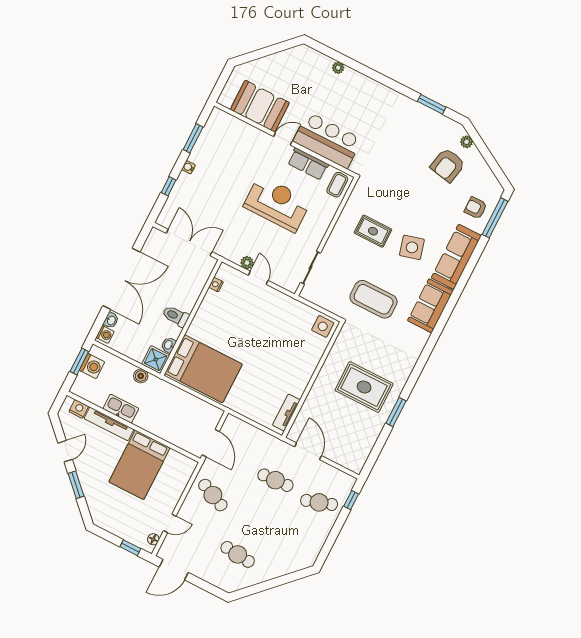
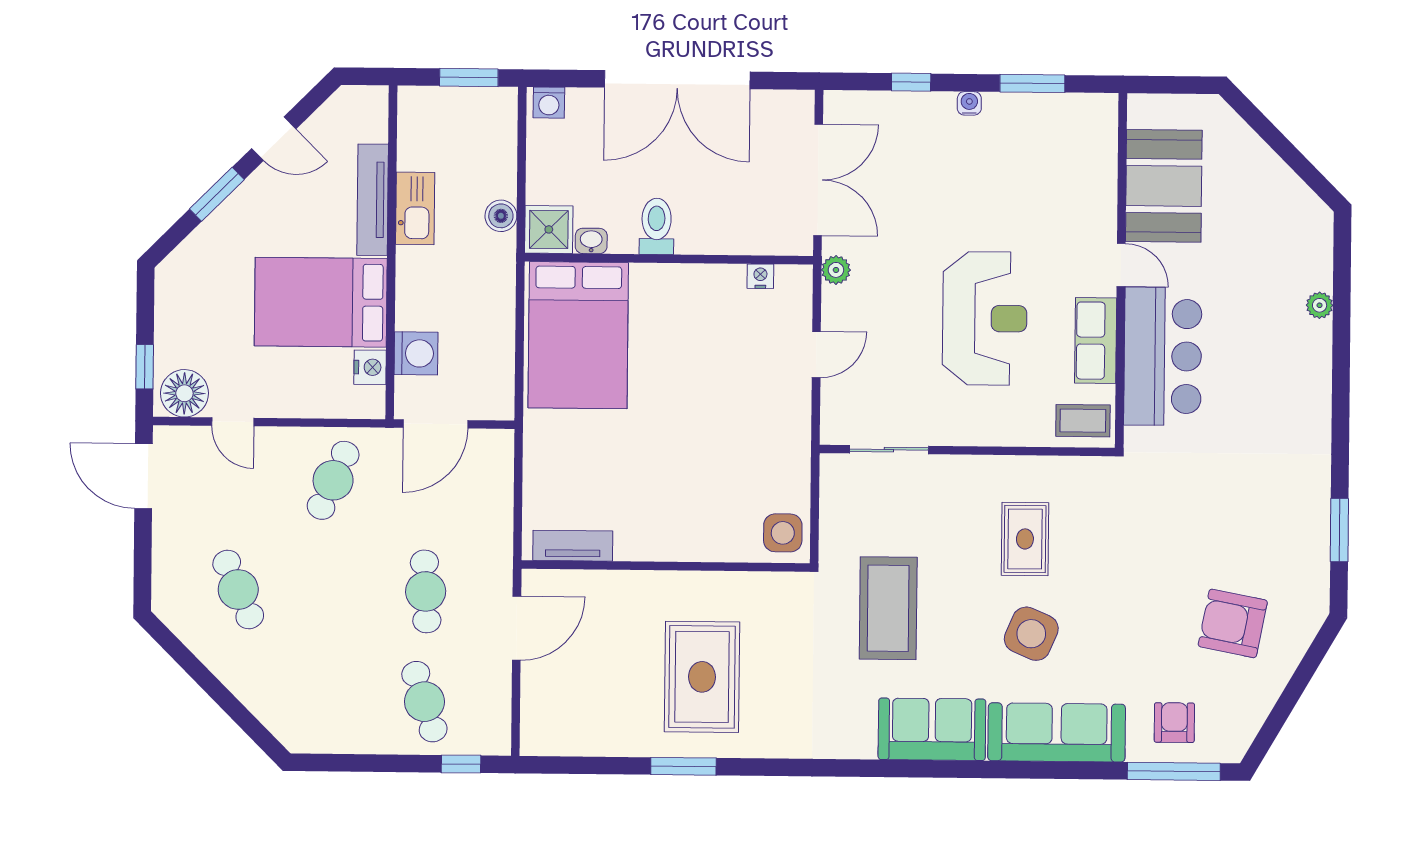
plant: (467, 142) -> (1299, 638), removed
side table: (412, 247) -> (1031, 634), turned 38
plant: (247, 263) -> (836, 270), moved
washbasin: (111, 320) -> (583, 100), removed
washing machine: (92, 366) -> (416, 353), moved, turned -90
nightstand: (79, 409) -> (370, 367), moved
floor lamp: (153, 539) -> (184, 393), width x1.89, depth x1.89
cafe table: (238, 554) -> (238, 589), turned -30

